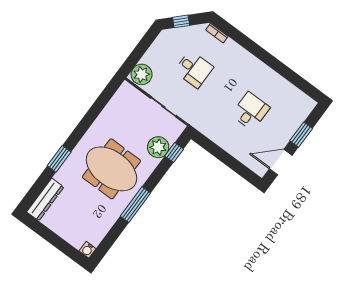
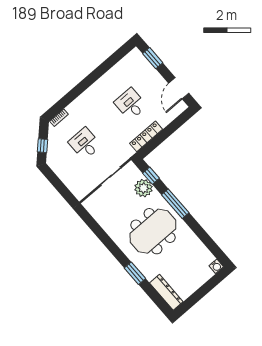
desk: (194, 69) -> (85, 144), turned -90
plant: (142, 74) -> (79, 188), removed
window: (301, 135) -> (153, 58), moved
locker: (218, 137) -> (146, 136), added
window: (135, 205) -> (175, 204), moved

